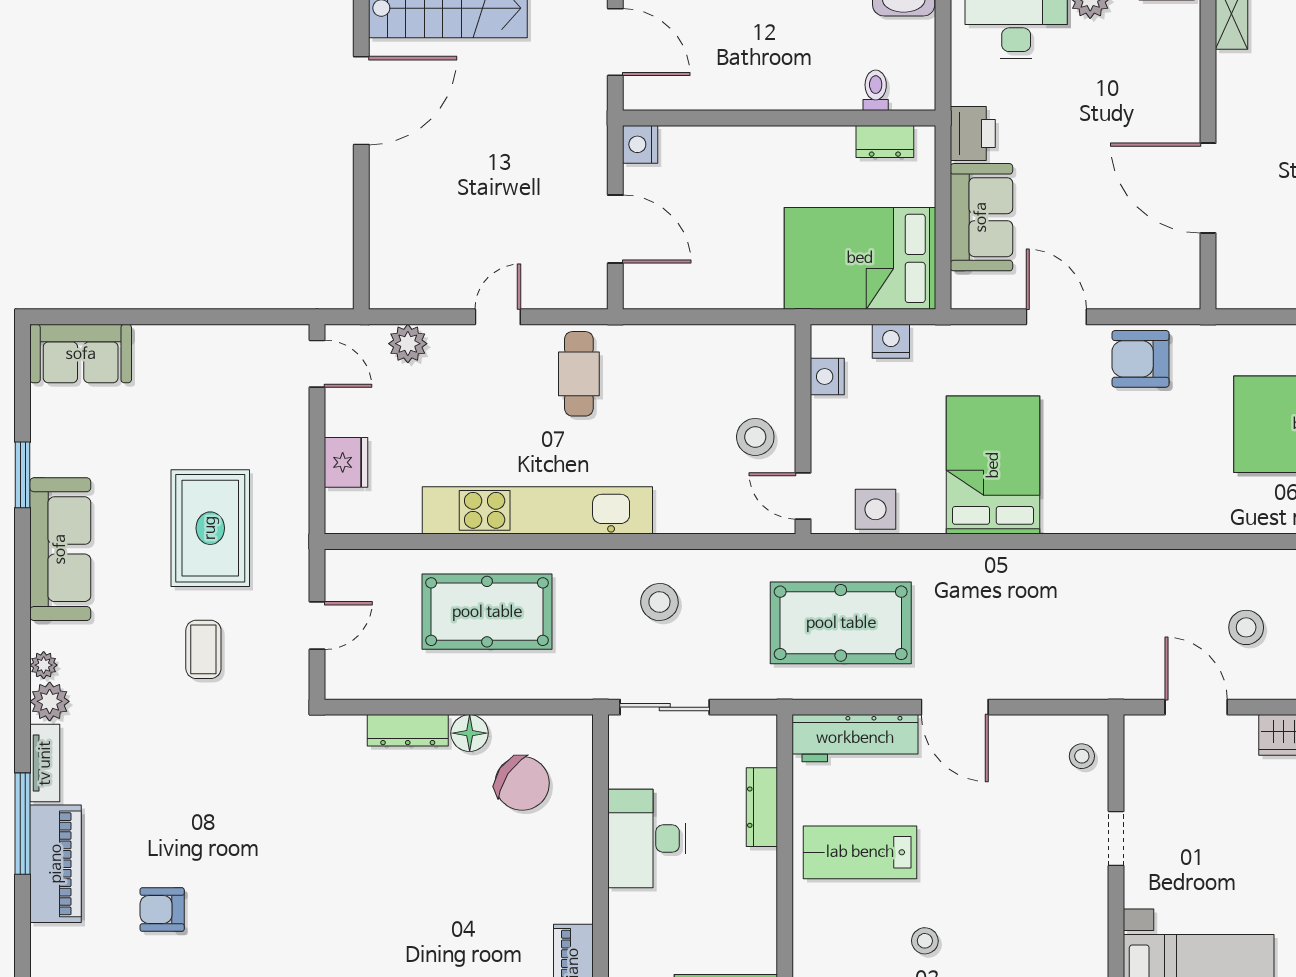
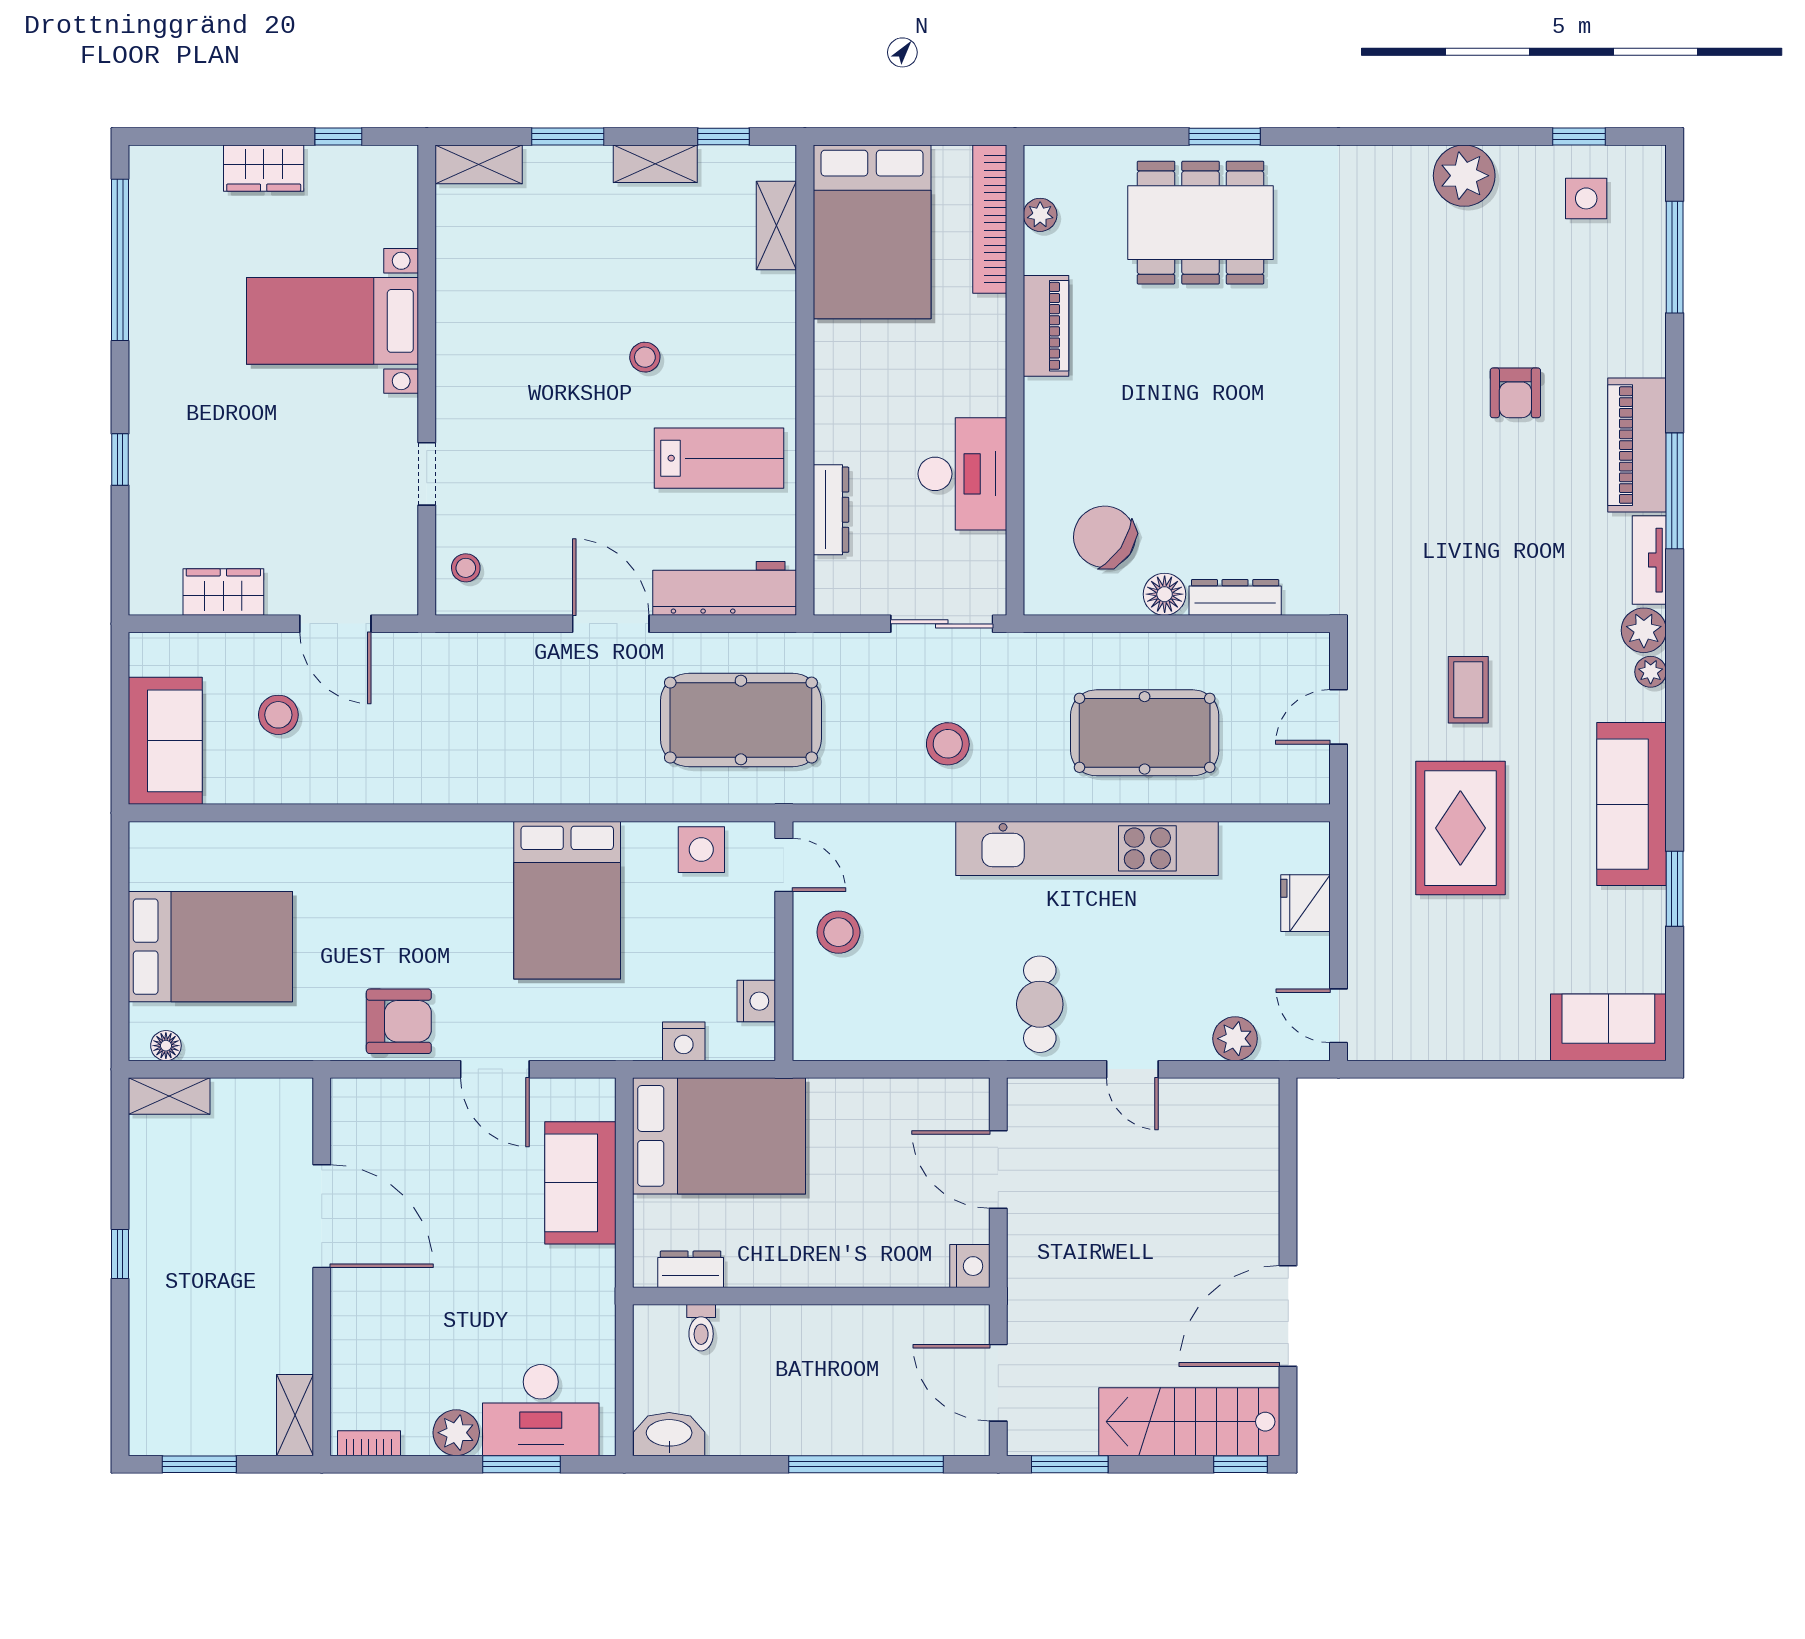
printer: (973, 133) -> (590, 1278), removed
door: (498, 317) -> (1132, 1069), hinge flipped
armchair: (162, 910) -> (1515, 393), turned 90

